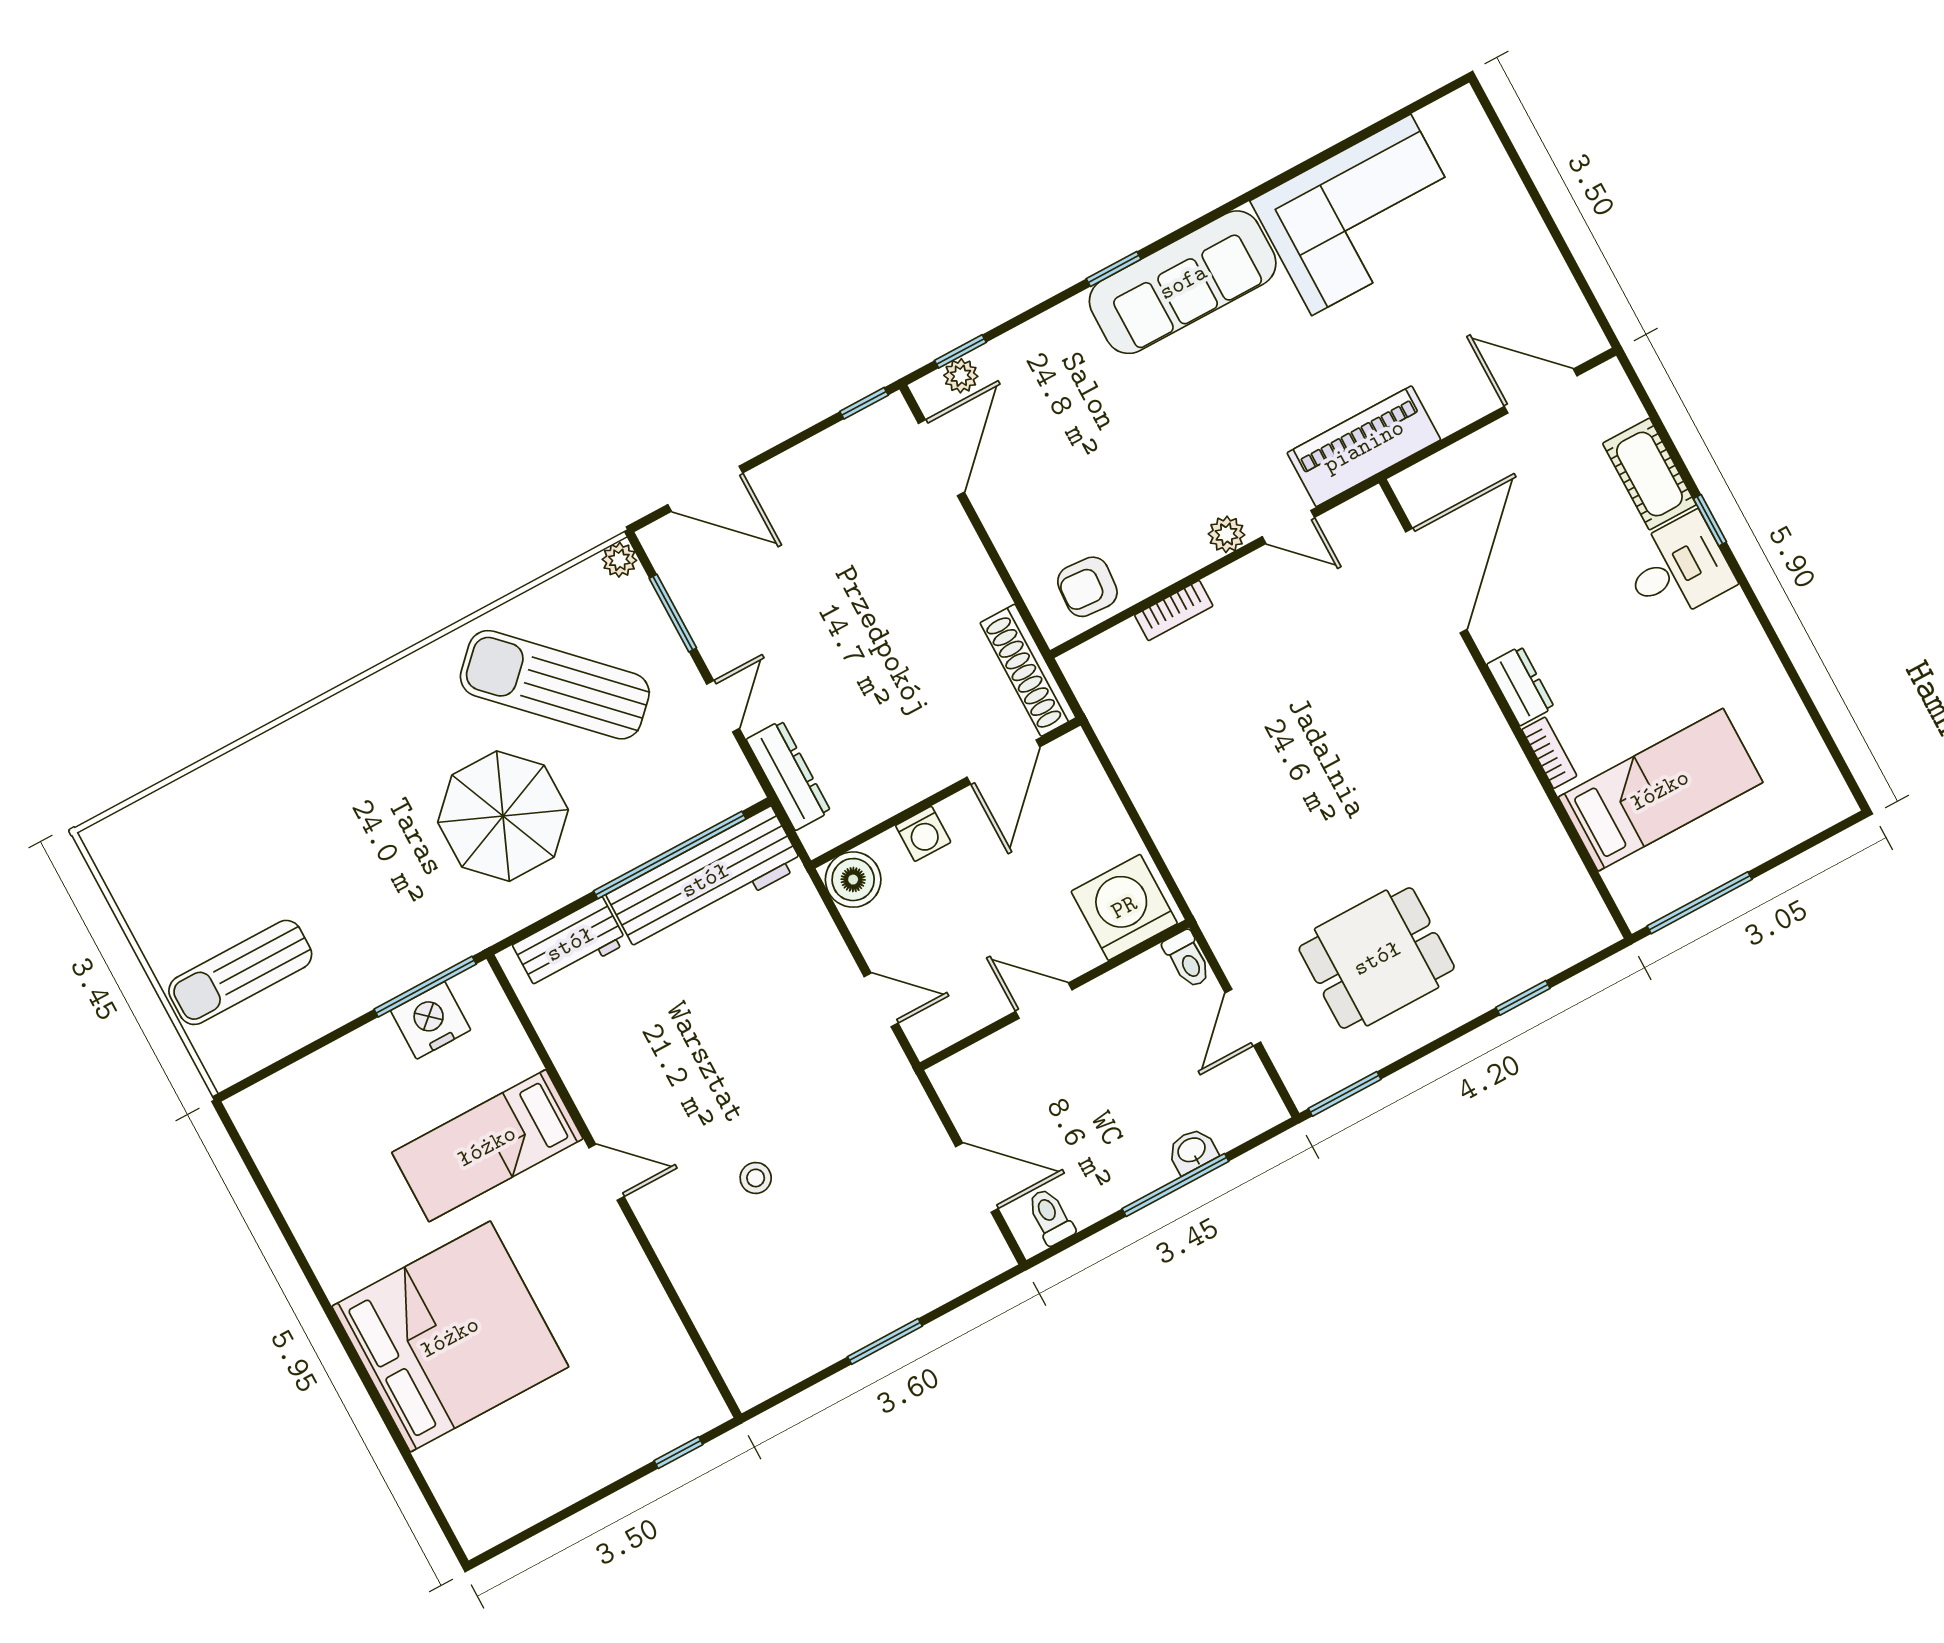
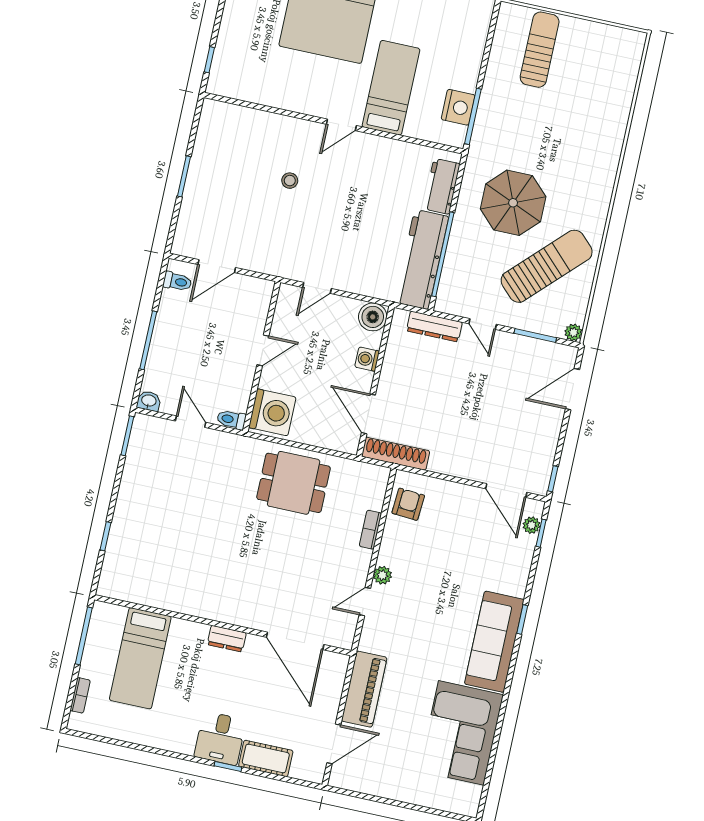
piano: (1364, 446) -> (364, 689), moved
bookcase: (1549, 753) -> (80, 695), moved, turned -90
dining table: (1377, 958) -> (294, 483), moved, turned 90
washbasin: (1192, 1151) -> (149, 401), moved, turned -90

